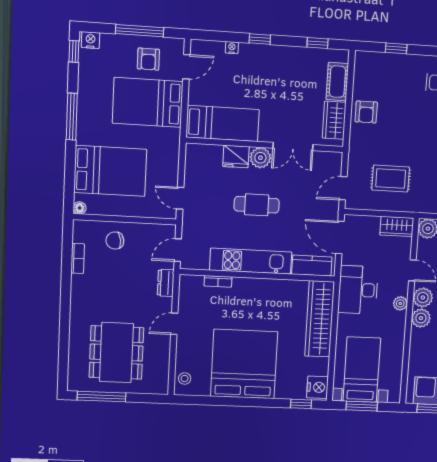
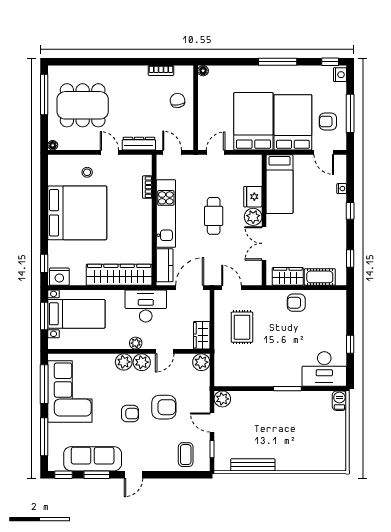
window: (396, 48) -> (350, 344), moved
bed: (110, 171) -> (253, 121), moved, turned 180
dresser: (166, 283) -> (139, 144), width x1.44
stool: (185, 379) -> (87, 172), moved
floor lamp: (163, 389) -> (53, 145), added

